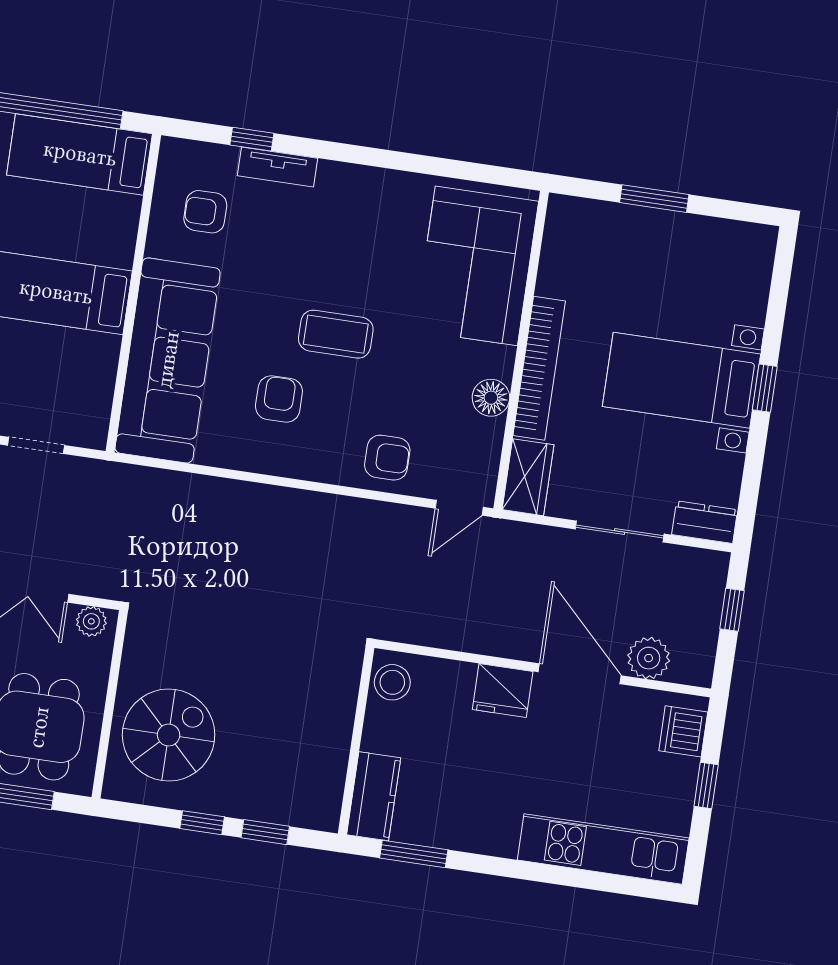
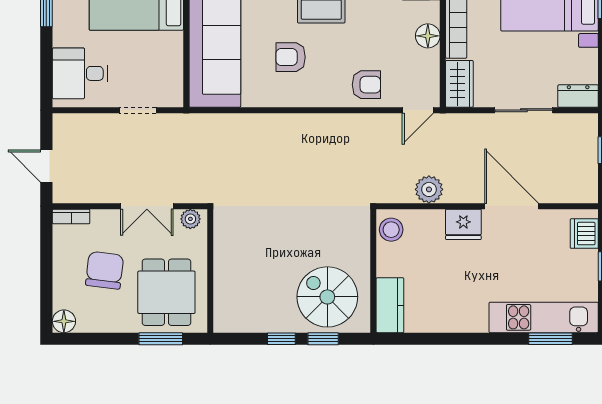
armchair: (279, 399) -> (291, 57), turned -90
plant: (649, 658) -> (429, 189), moved
spiral stairs: (169, 735) -> (327, 297), moved, turned -90
window: (414, 854) -> (551, 339), moved

